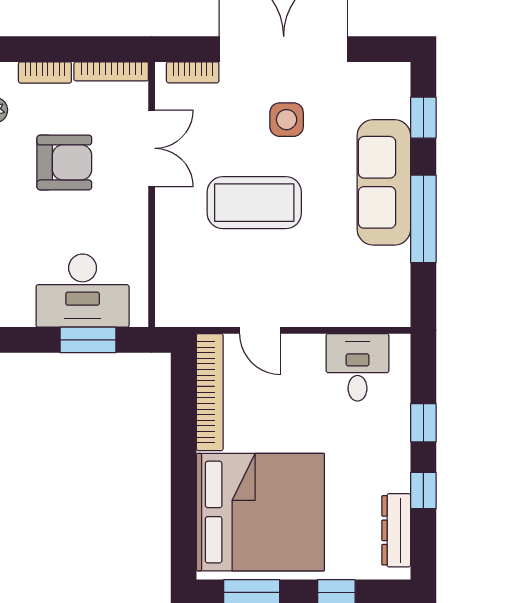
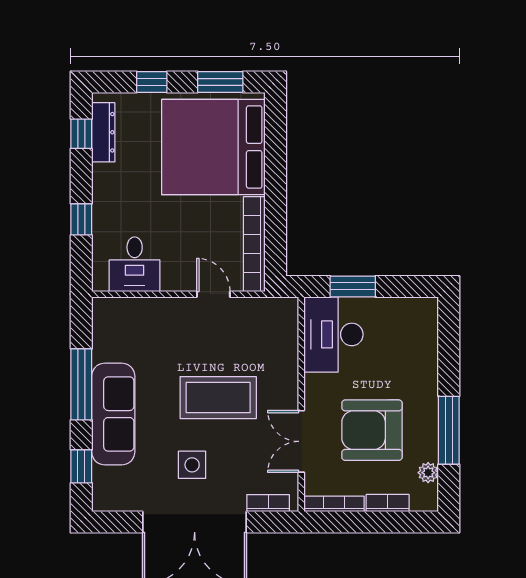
armchair: (64, 162) -> (372, 430), width x1.36, depth x1.36
desk: (83, 291) -> (333, 334), moved, turned -90
window: (423, 491) -> (81, 134), moved

